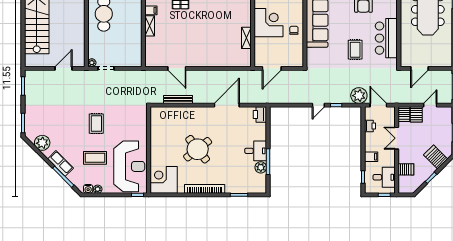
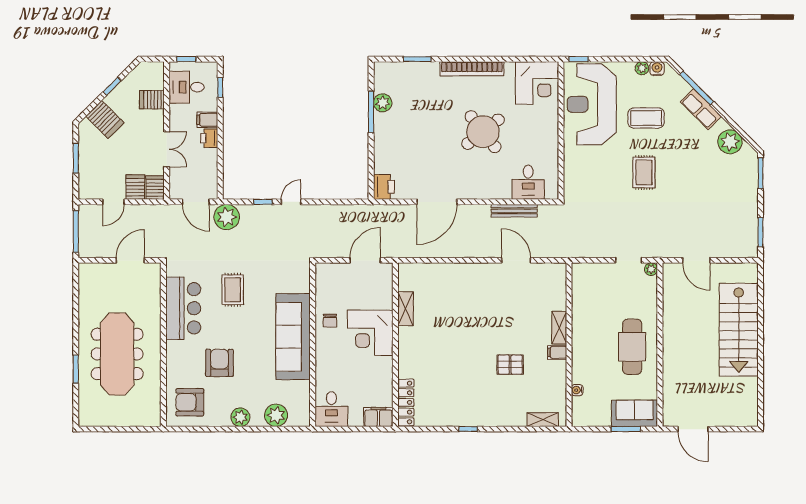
door: (63, 68) -> (696, 260), hinge flipped
printer: (370, 126) -> (209, 138), moved
desk: (256, 151) -> (528, 182), moved, turned -90

